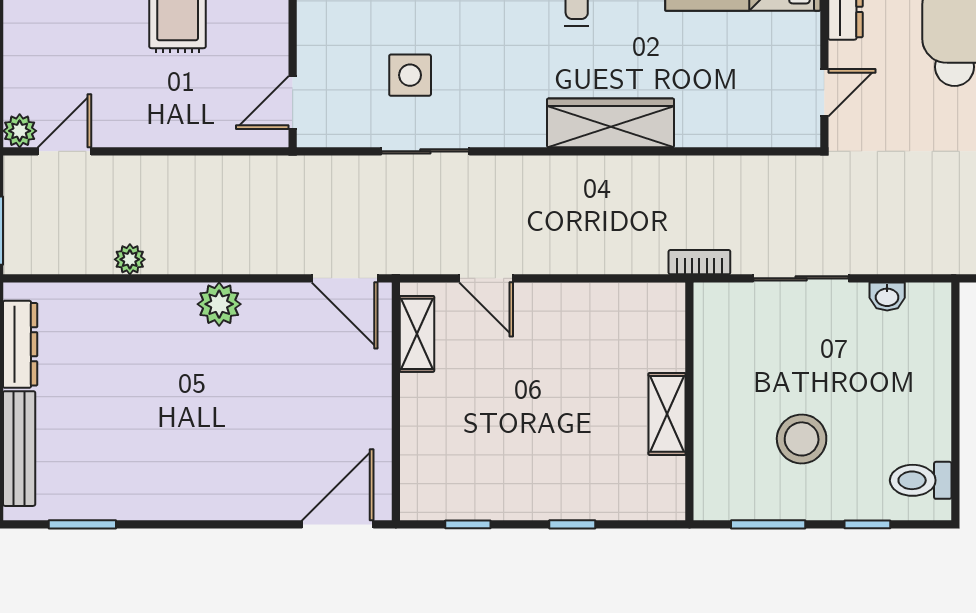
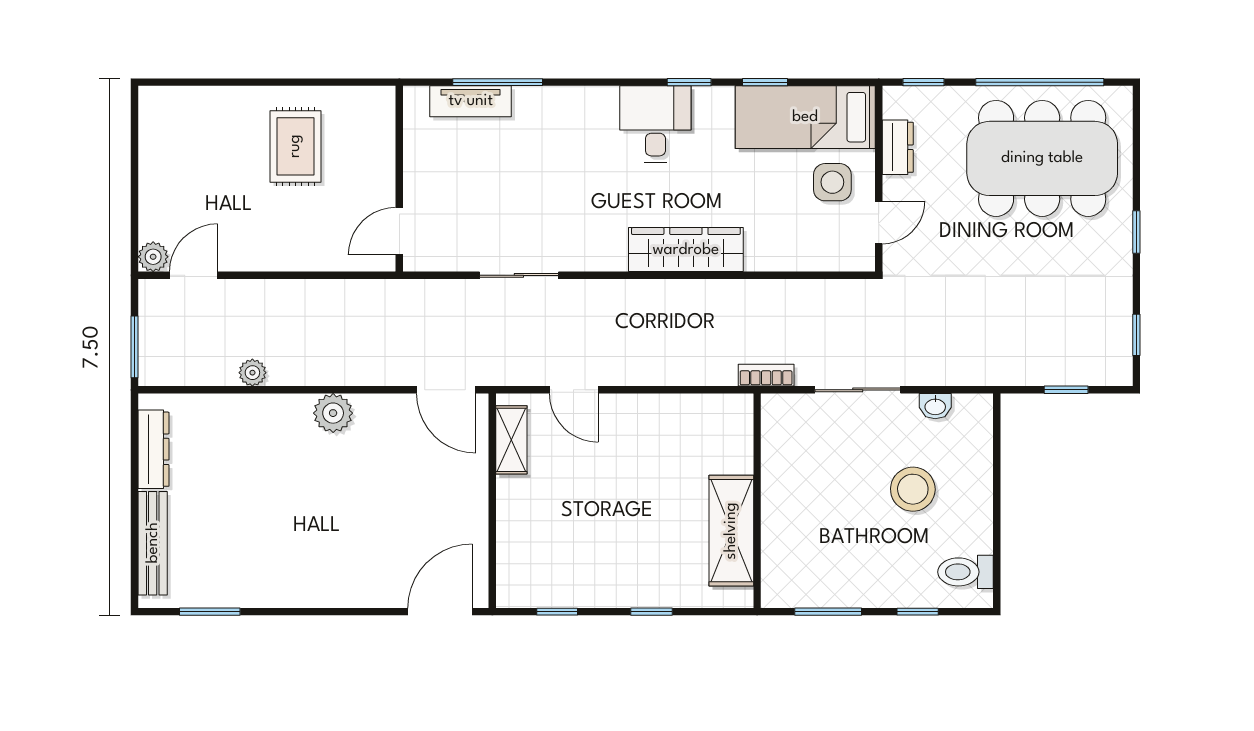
side table: (410, 75) -> (832, 182), moved
shelving: (667, 414) -> (731, 531), width x1.50, depth x1.33
stool: (802, 439) -> (913, 489), moved

